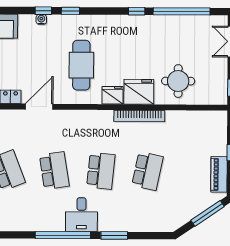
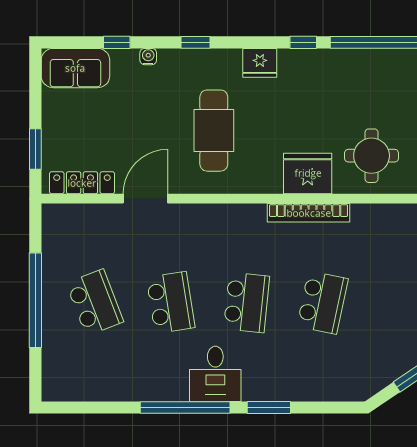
window: (43, 11) -> (117, 42), moved
fridge: (112, 95) -> (260, 63), moved, turned 180

